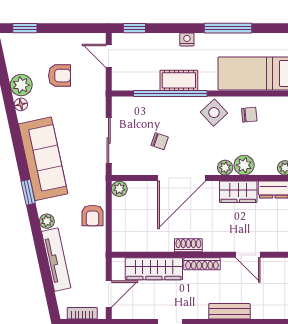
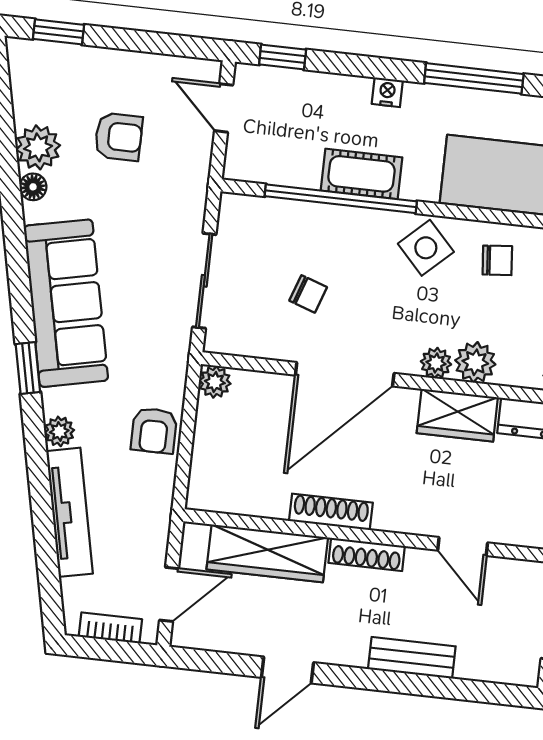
shoe rack: (188, 245) -> (331, 512), width x1.43

